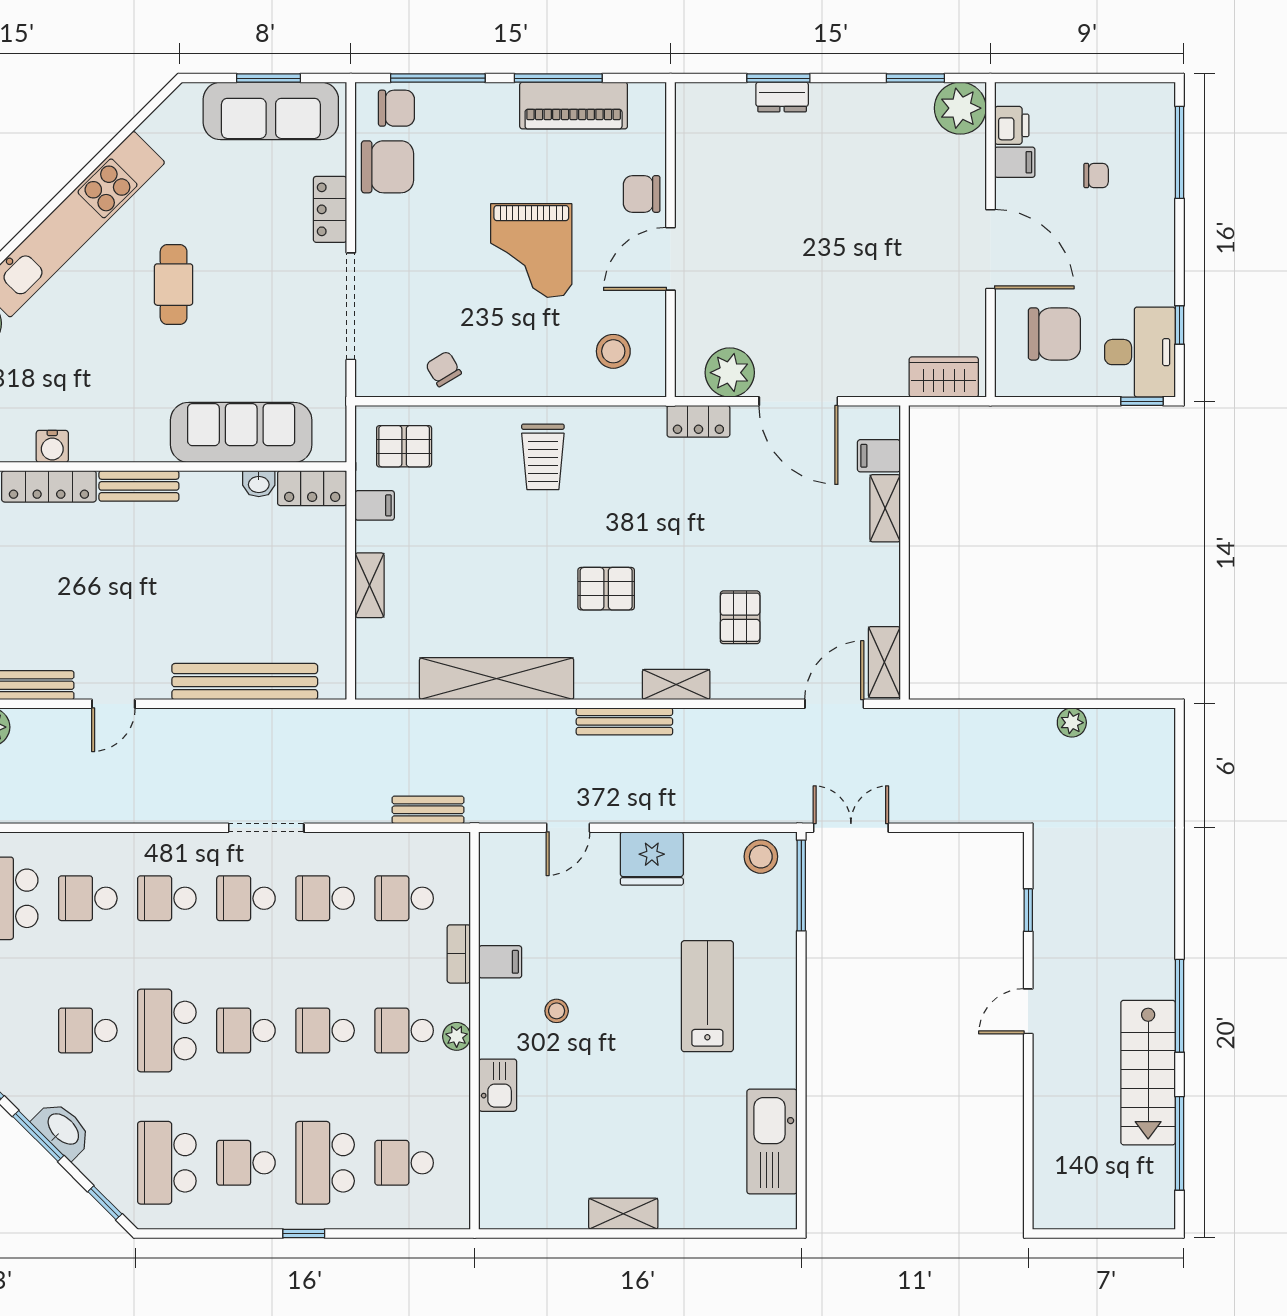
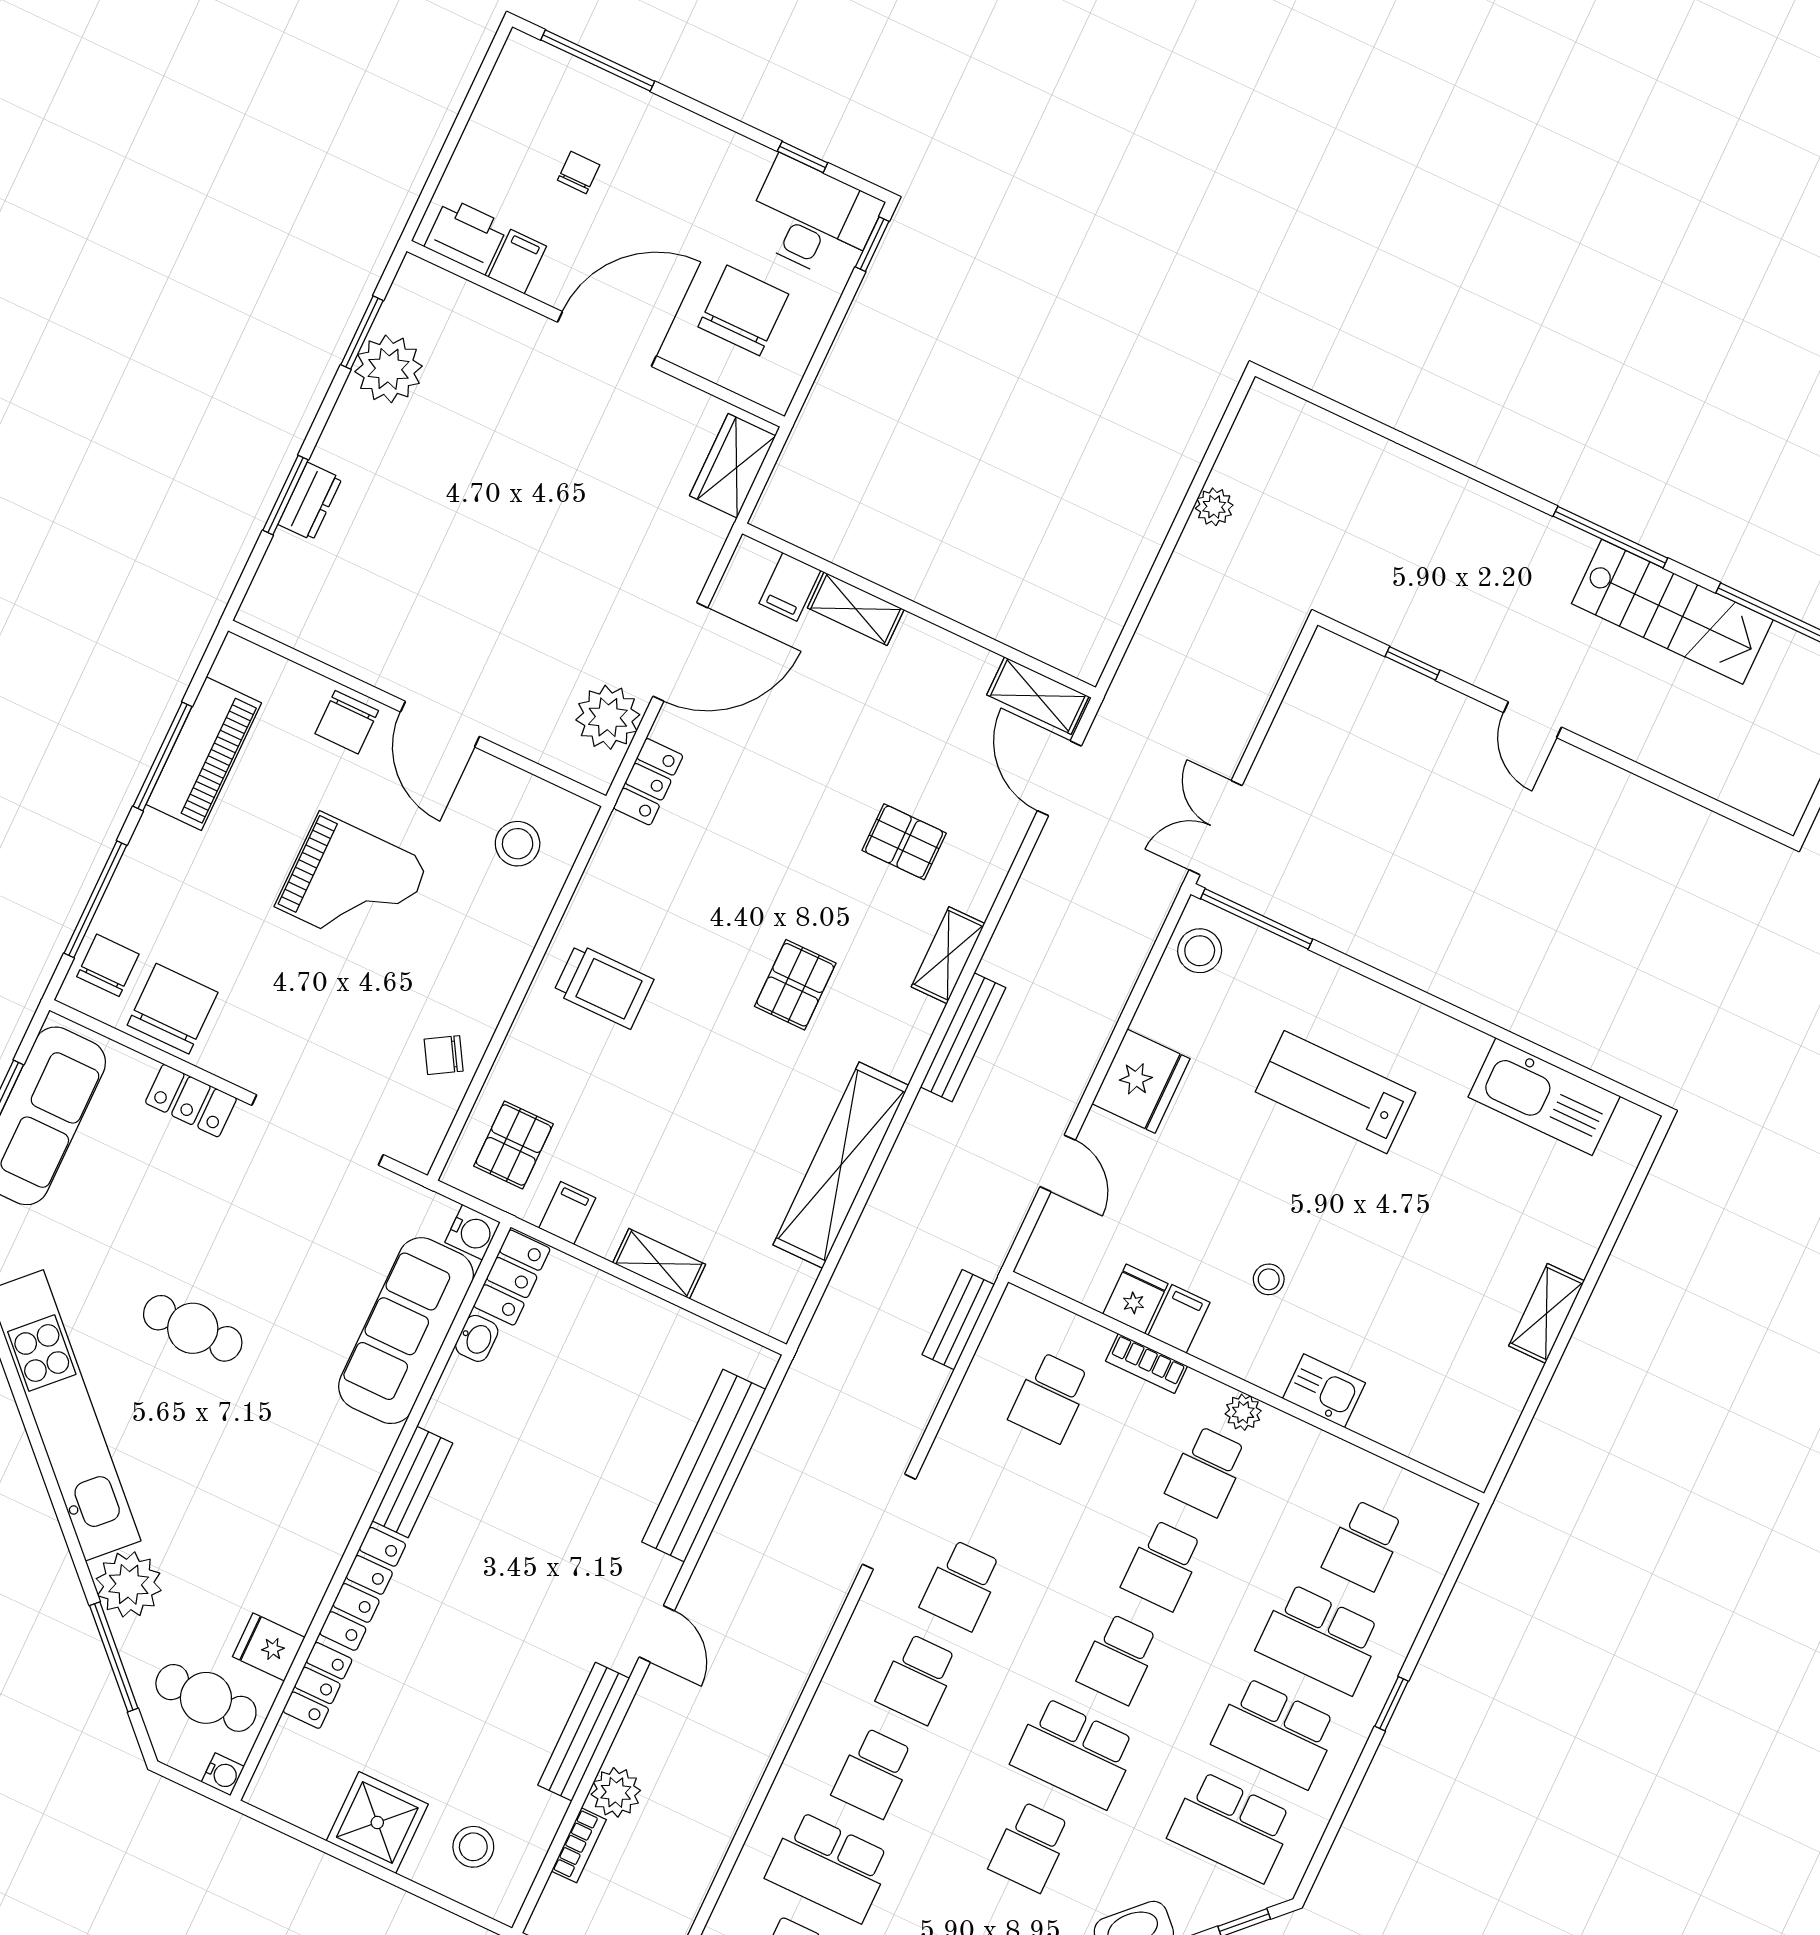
plant: (960, 108) -> (388, 369), moved
printer: (1012, 125) -> (466, 236), width x1.36, depth x1.24
water cooler: (52, 446) -> (473, 1232), moved
school desk: (325, 898) -> (1006, 1491), removed
fridge: (500, 925) -> (1135, 1299), added
school desk: (246, 1163) -> (1275, 1733), width x1.85

